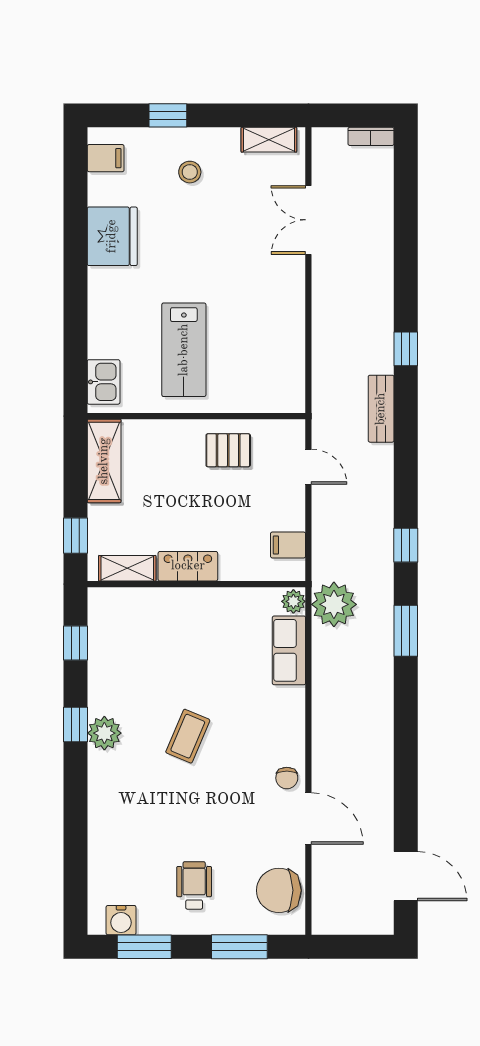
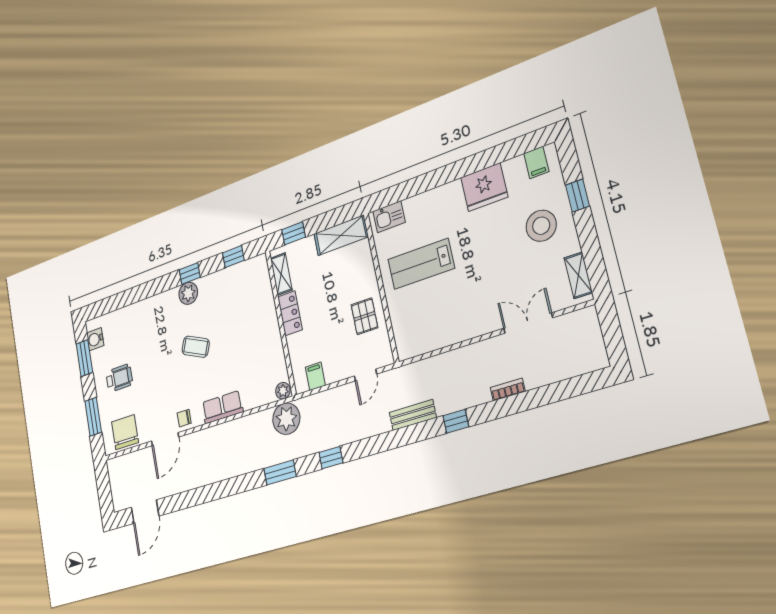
bookcase: (371, 136) -> (508, 390), moved, turned 90
stool: (190, 172) -> (541, 226), width x1.89, depth x1.89
row of seats: (289, 650) -> (222, 407), moved

